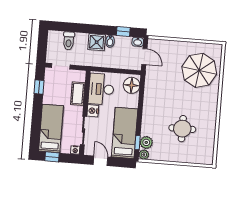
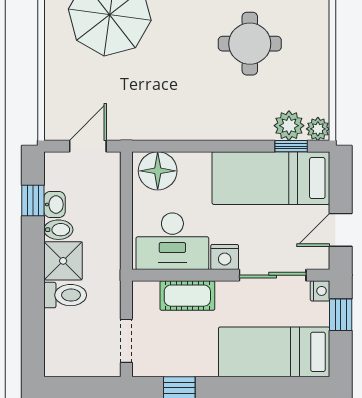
toilet: (69, 41) -> (65, 295), moved
washbasin: (138, 42) -> (55, 205), moved
window: (52, 157) -> (341, 315), moved

